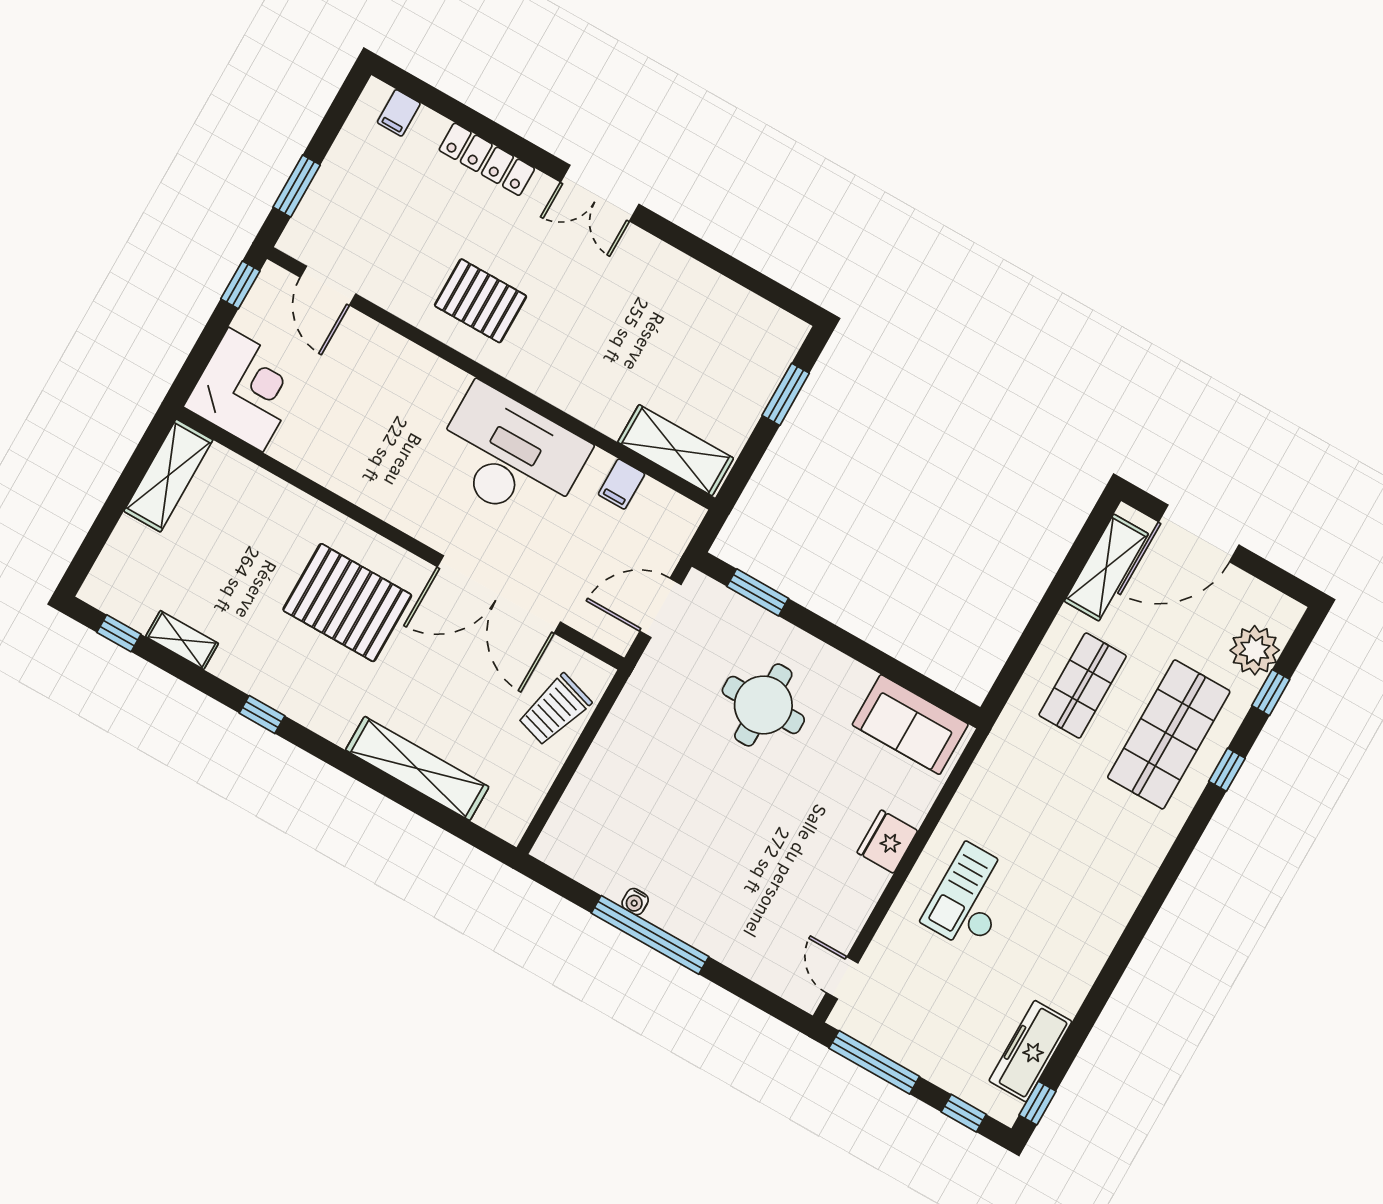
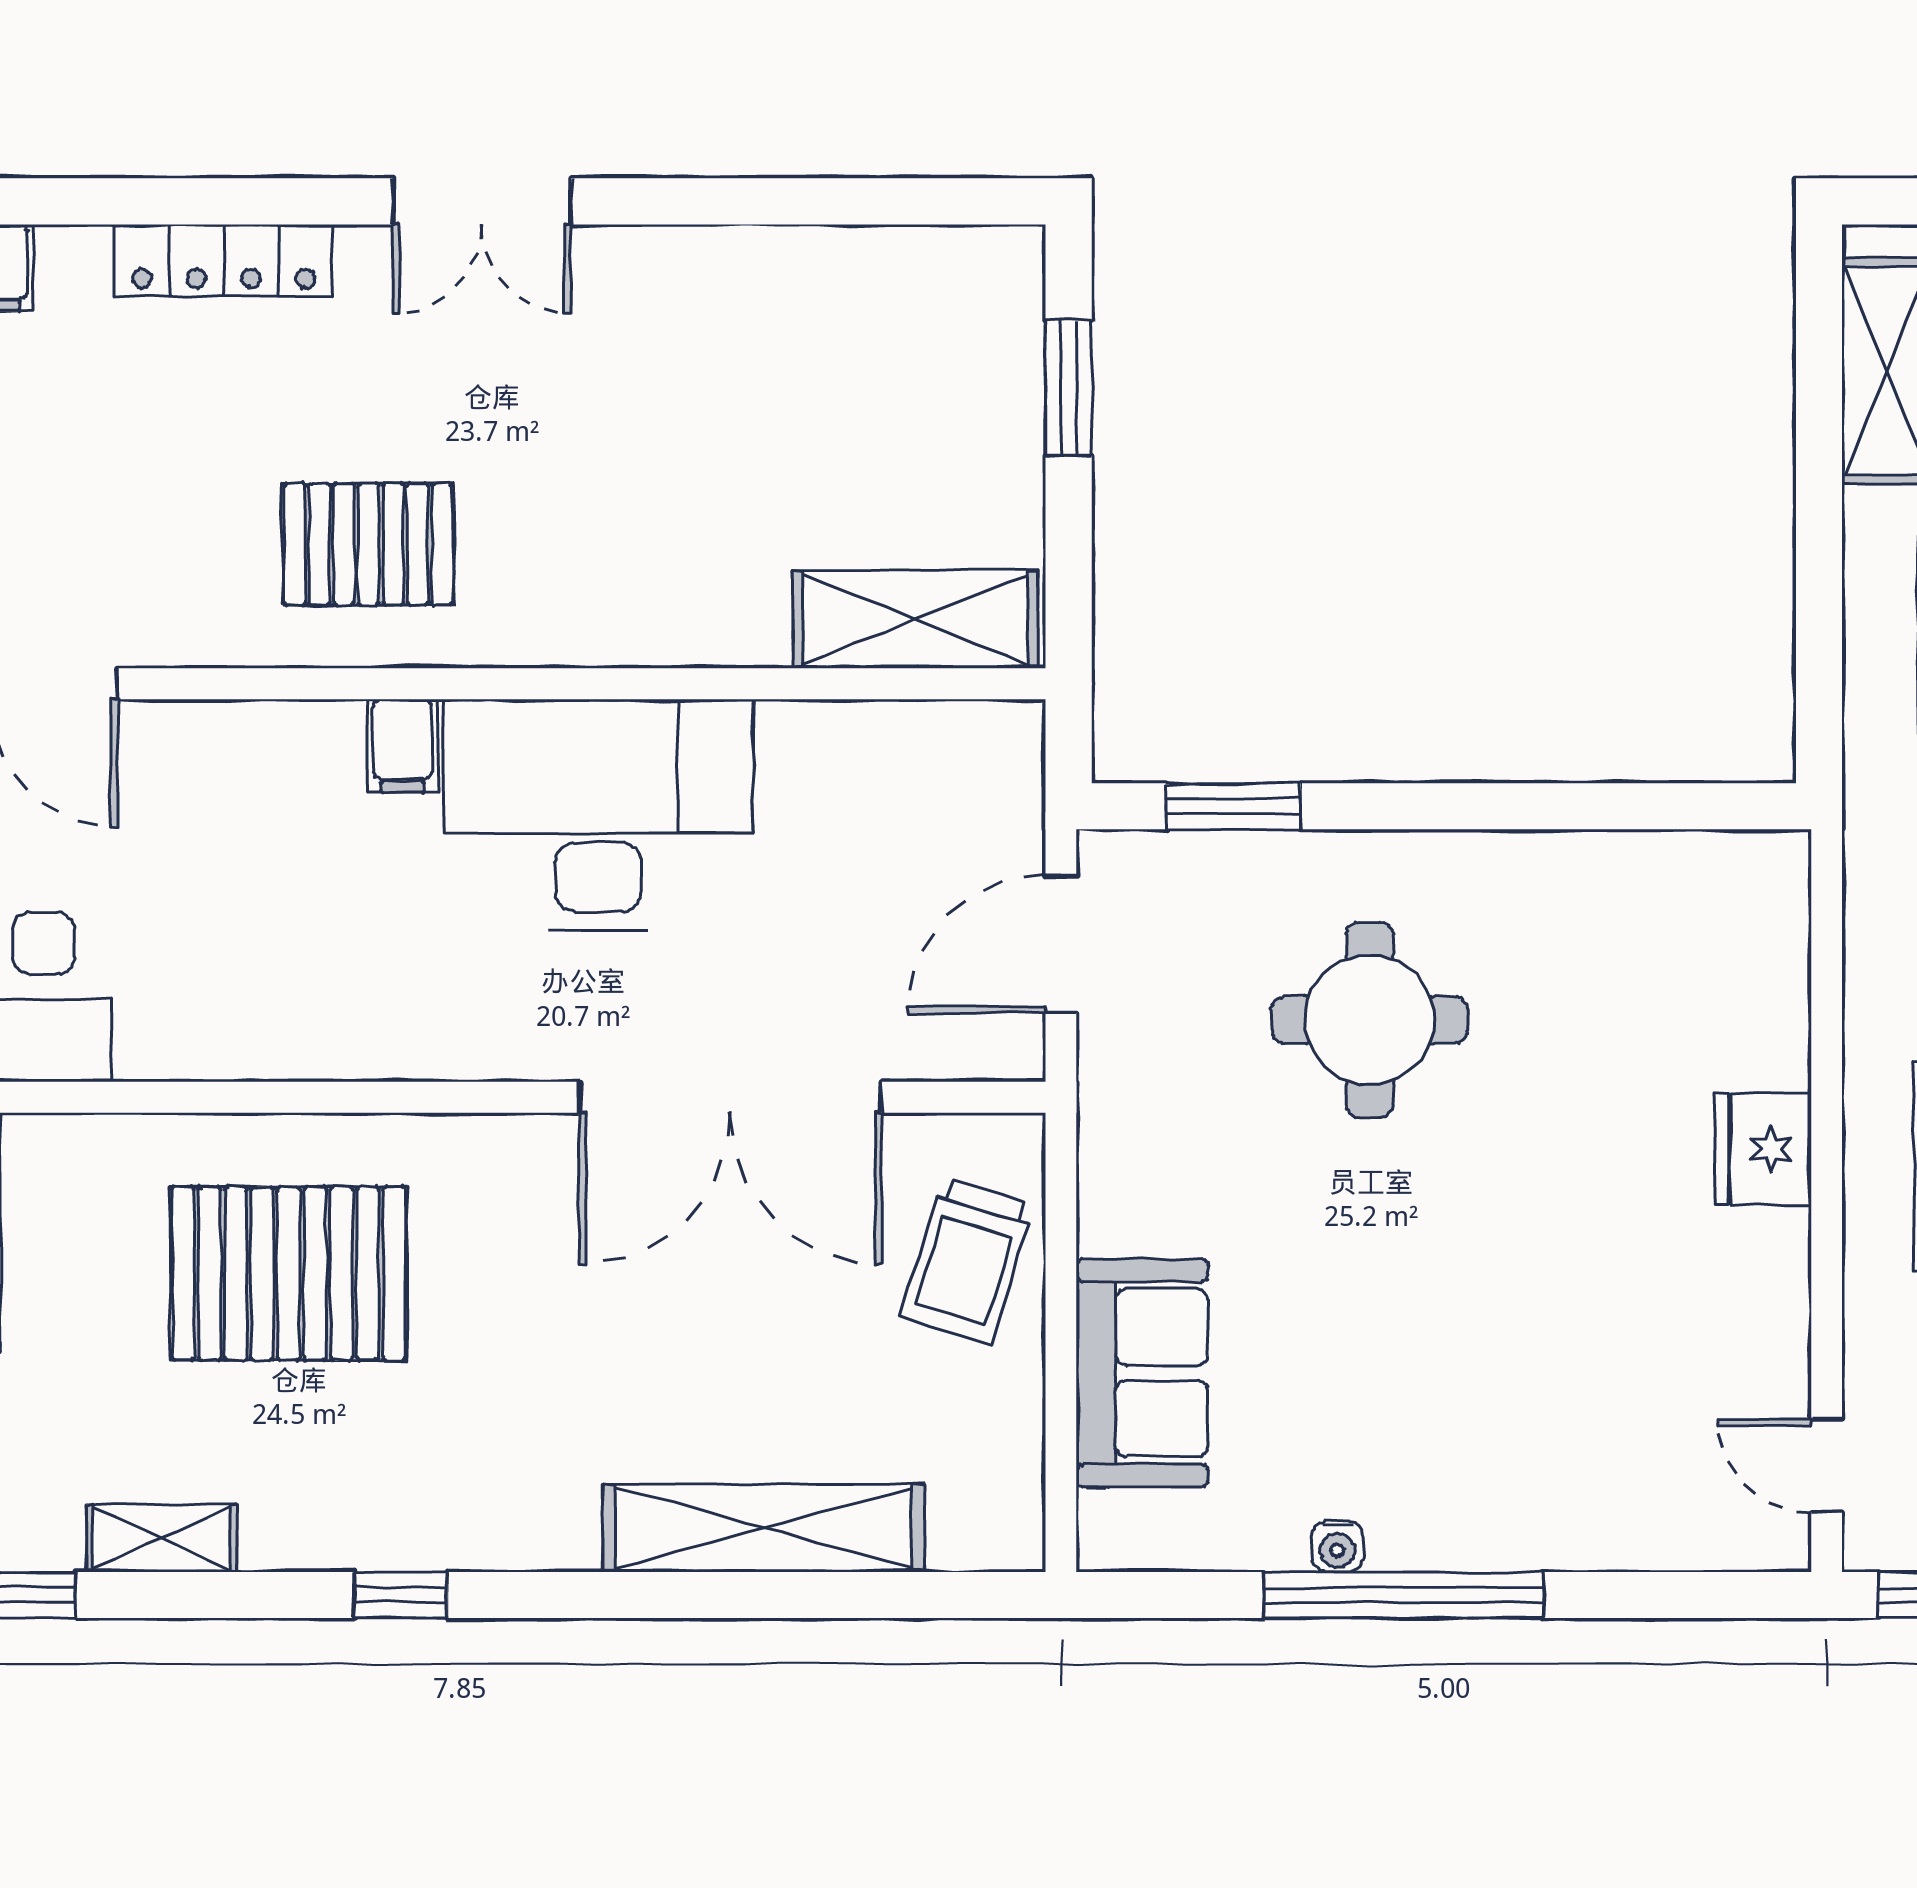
filing cabinet: (621, 484) -> (403, 746), moved
pallet: (347, 603) -> (289, 1274), moved
sofa: (910, 725) -> (1142, 1373), moved, turned -90

